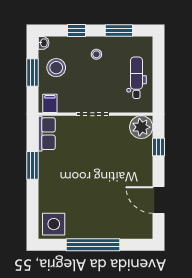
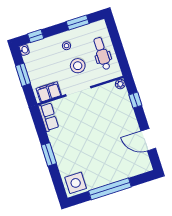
window: (76, 31) -> (36, 36), moved
stool: (56, 68) -> (78, 66), moved
filing cabinet: (50, 103) -> (49, 92), width x2.00
plant: (141, 127) -> (120, 84), width x0.53, depth x0.53
window: (32, 165) -> (49, 154), moved

